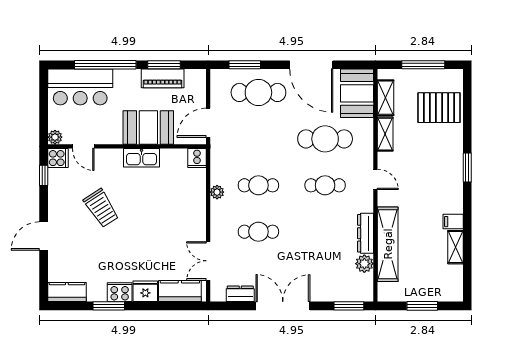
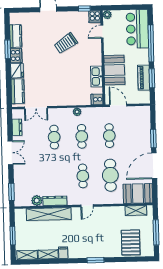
window: (245, 65) -> (153, 138), moved
cafe table: (258, 92) -> (109, 136), moved, width x0.73, depth x0.74
shelving: (385, 134) -> (27, 255), moved
kitchen sink: (142, 158) -> (97, 77), moved
double door: (208, 261) -> (36, 108), swing flipped
kitchen counter: (67, 292) -> (16, 36), moved
double door: (283, 306) -> (10, 153), width x0.73

